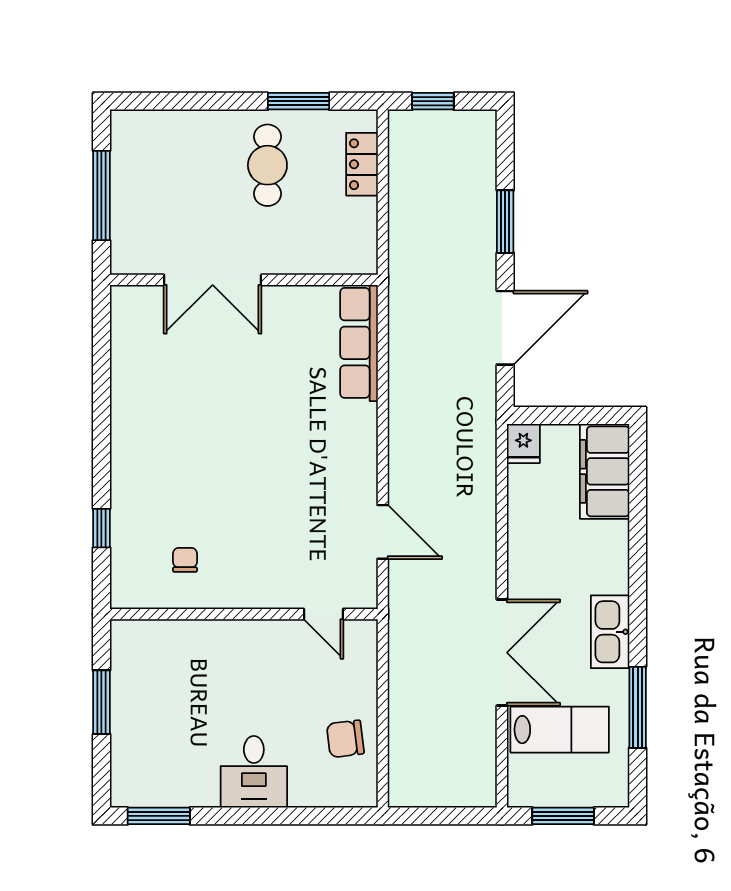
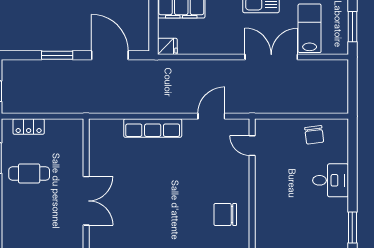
row of seats: (359, 343) -> (153, 128), moved
chair: (185, 560) -> (225, 214), width x1.87, depth x1.87
door: (324, 614) -> (252, 146), swing flipped

